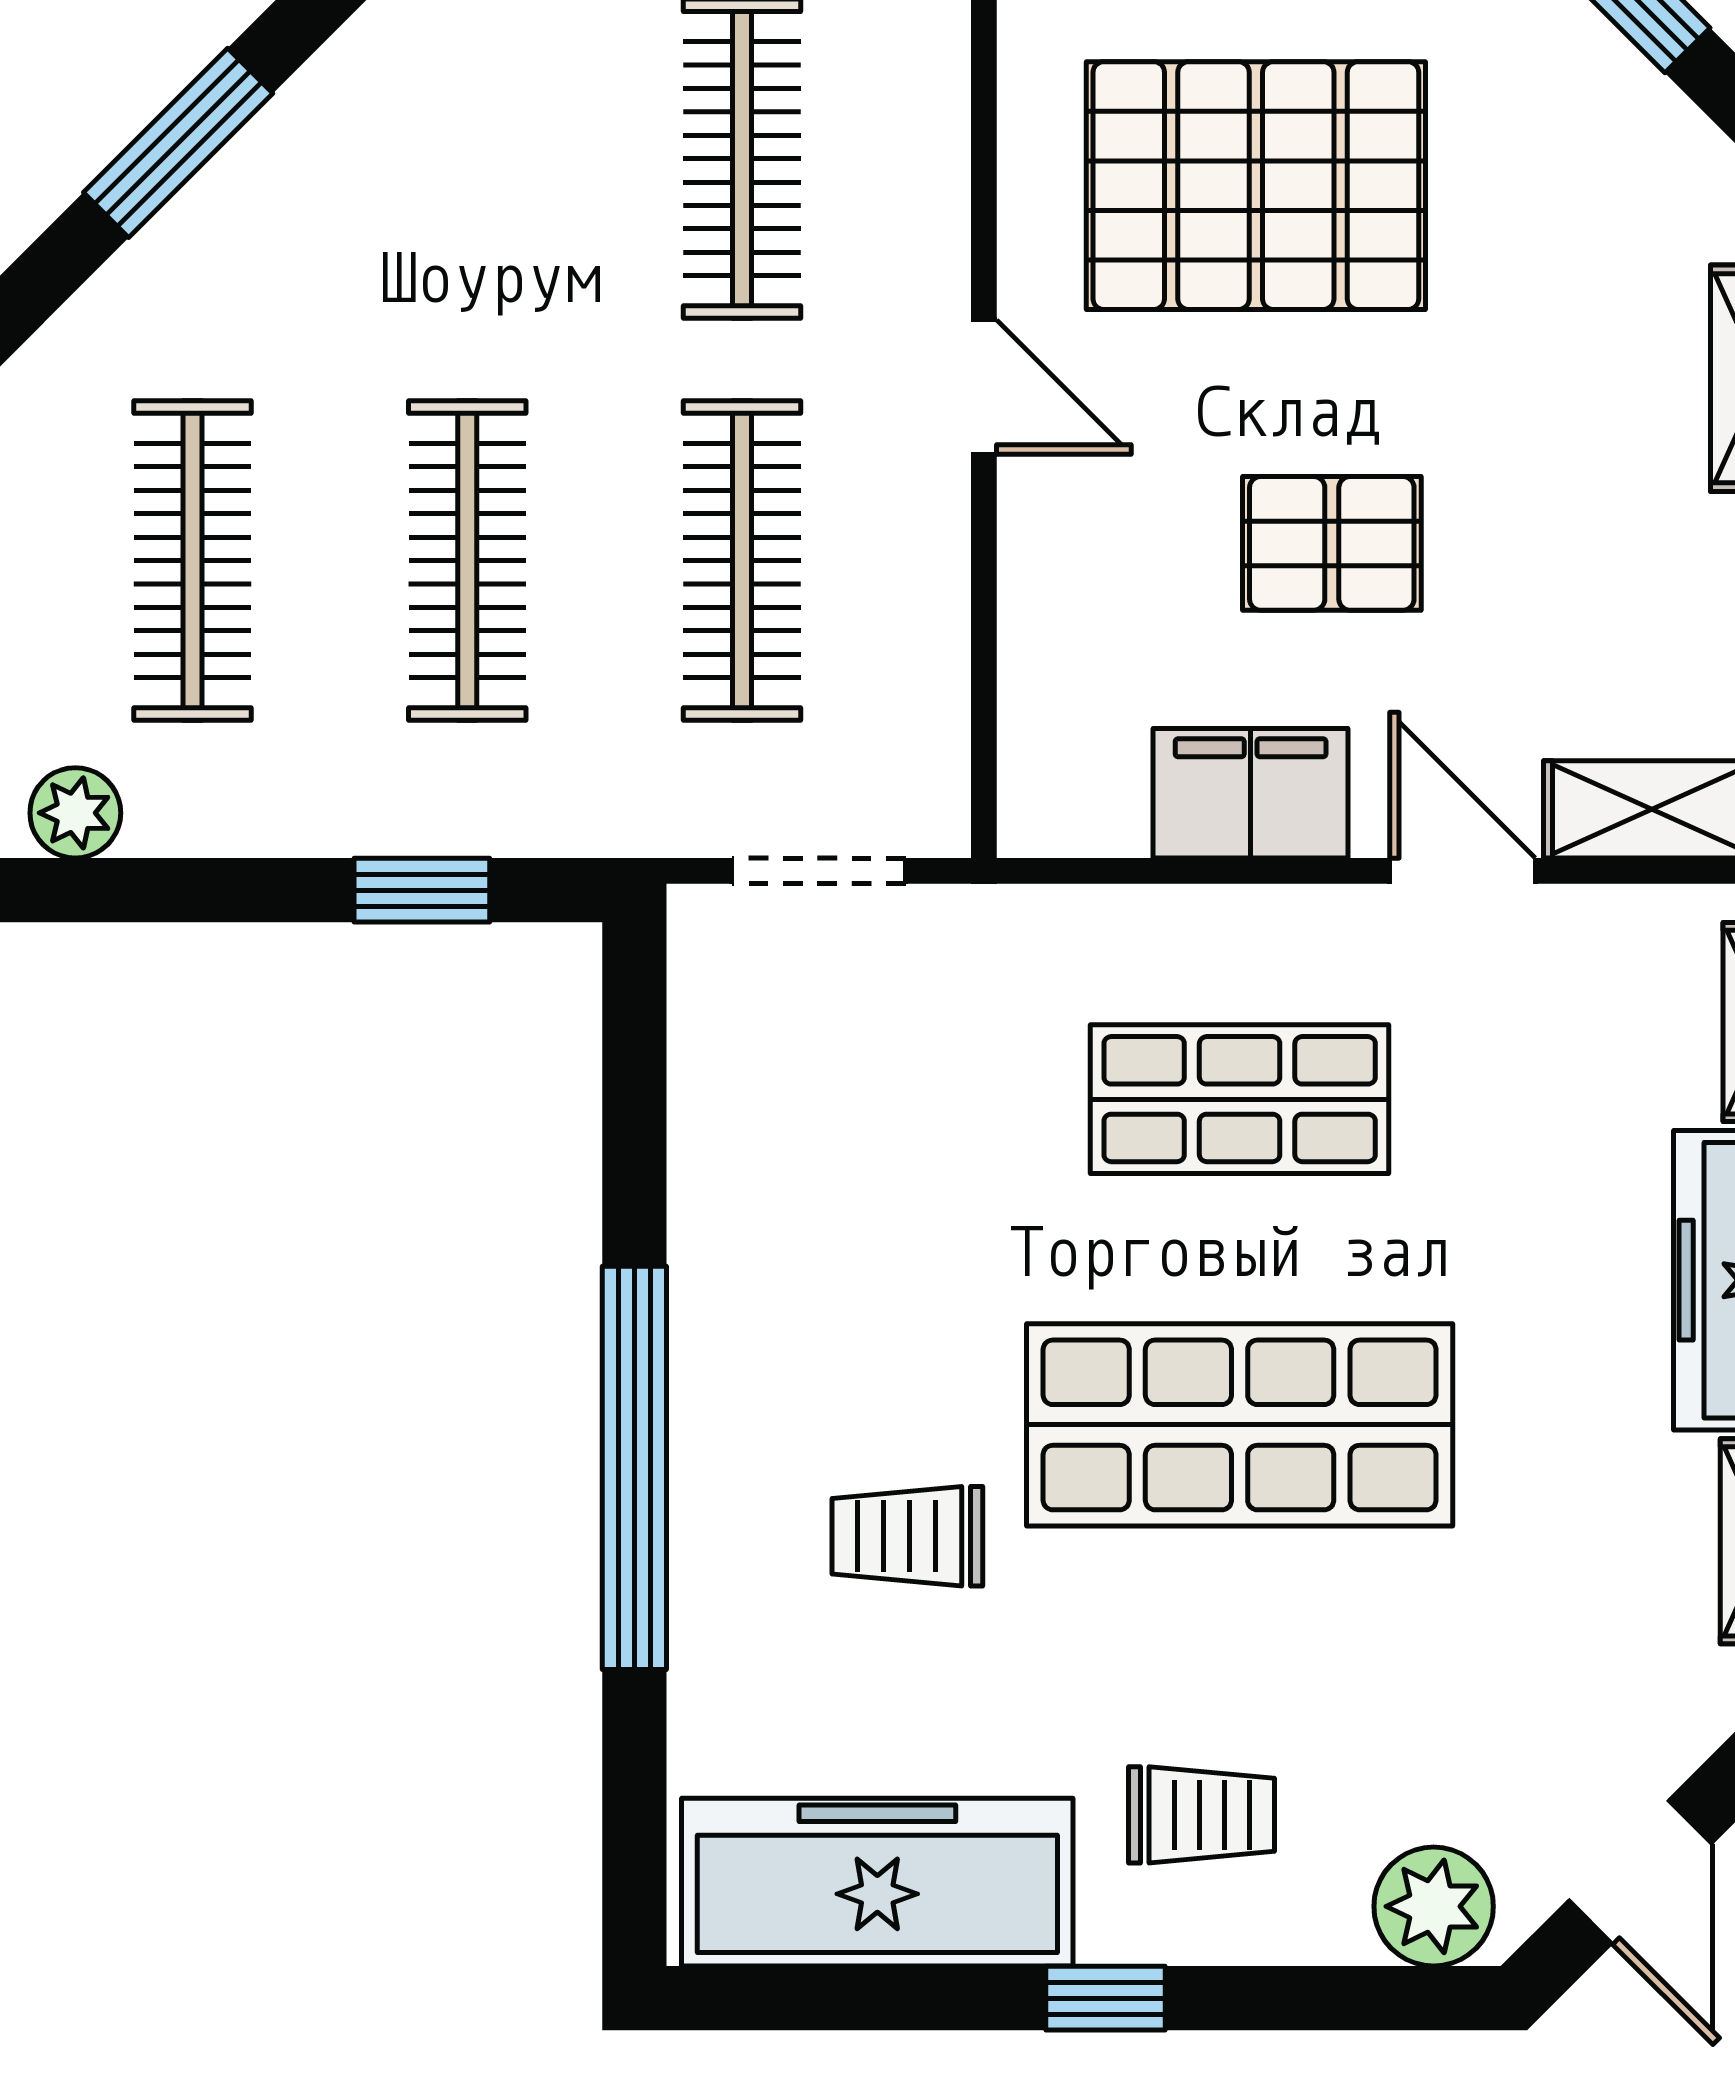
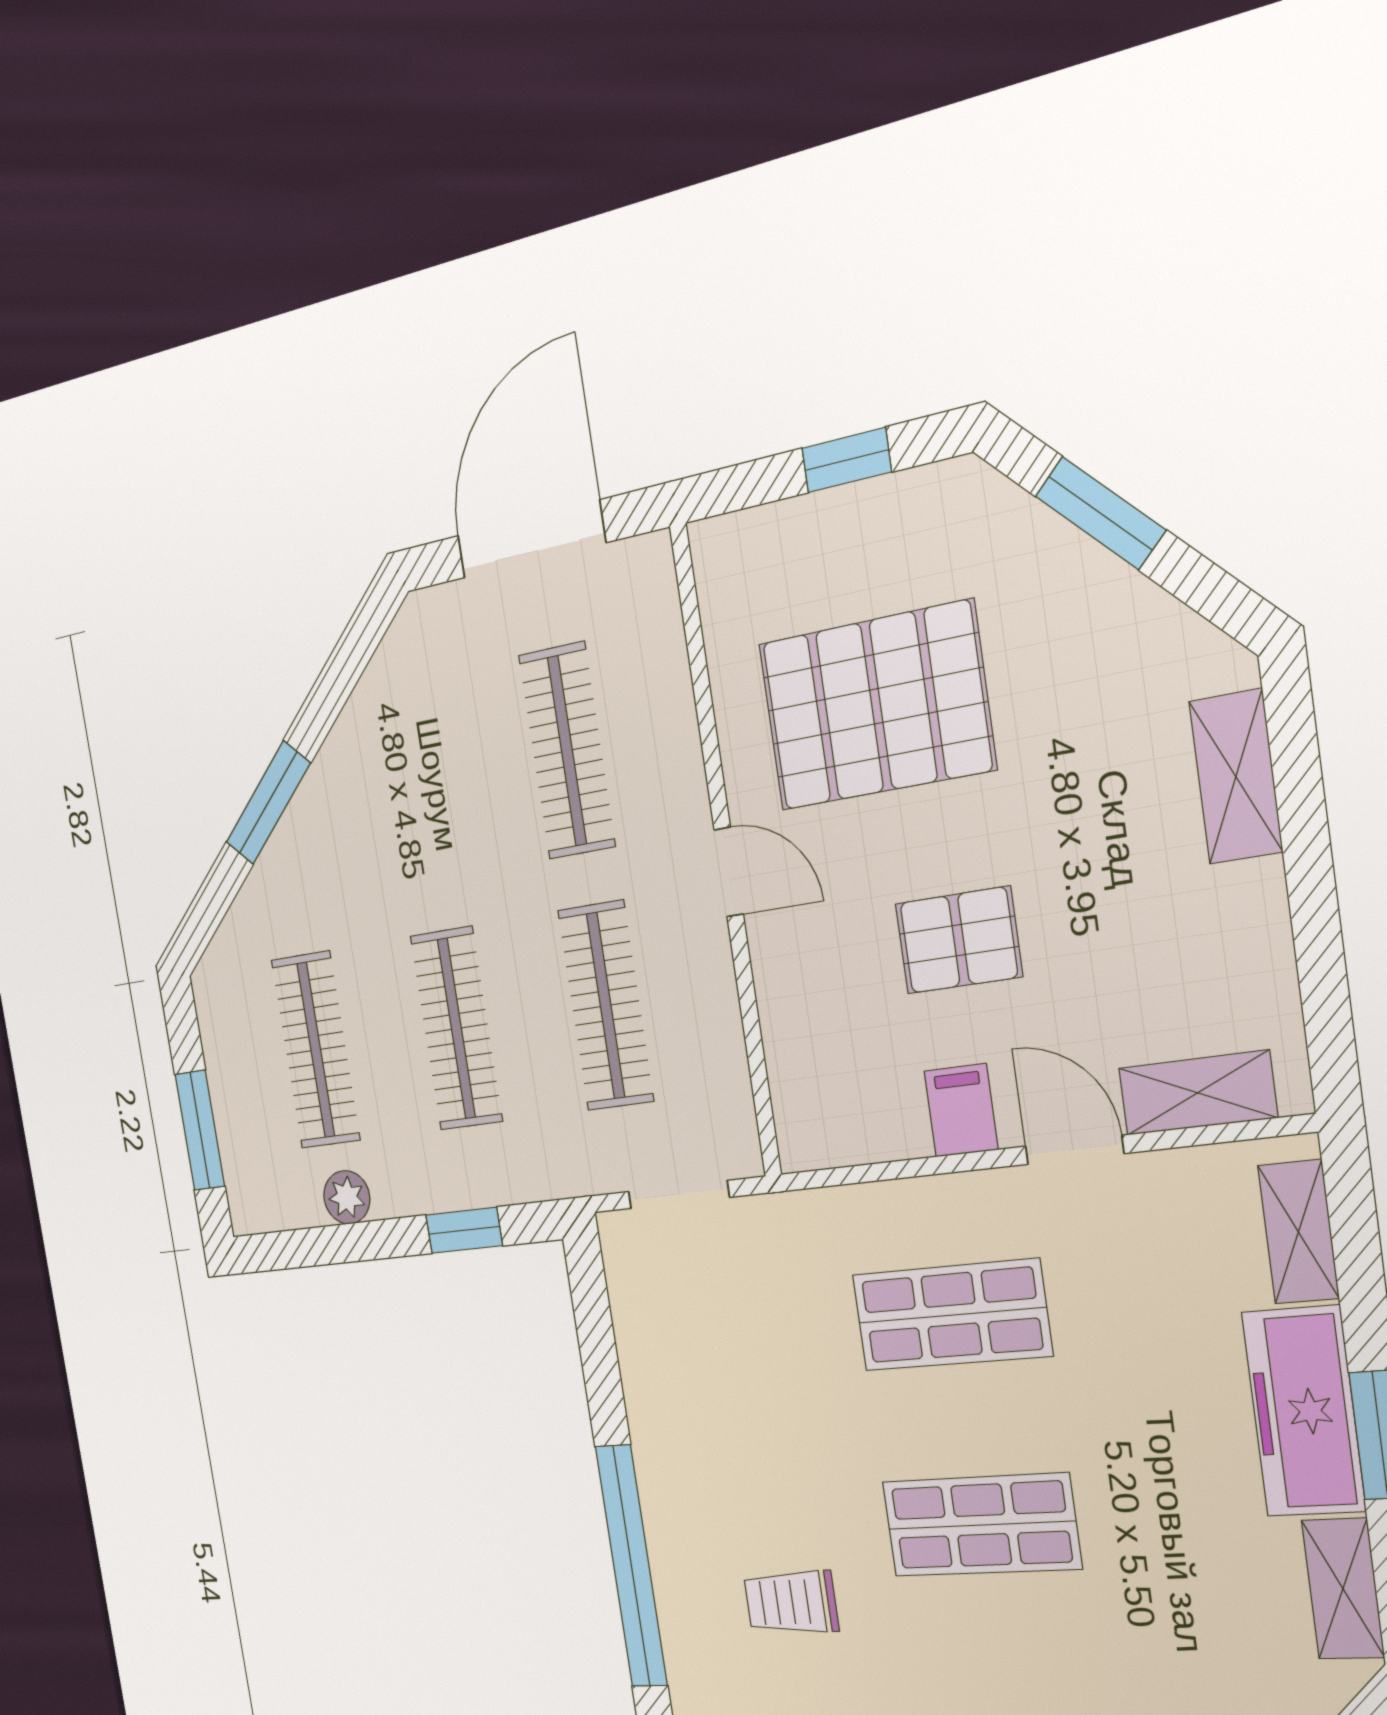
filing cabinet: (1251, 793) -> (961, 1110), width x0.50
plant: (75, 813) -> (347, 1197), moved
shop shelf: (1240, 1425) -> (981, 1525), width x0.70, depth x0.74

